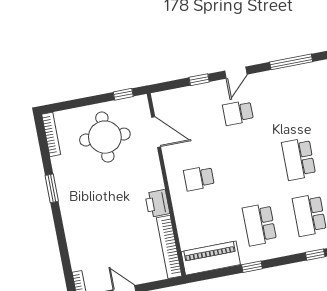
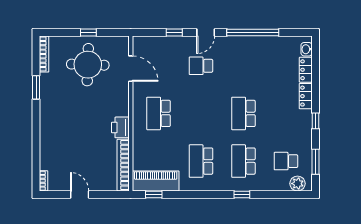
window: (291, 62) -> (253, 32), width x1.46
window: (123, 94) -> (88, 32), moved
school desk: (199, 178) -> (159, 113), width x1.85
window: (52, 188) -> (36, 87), moved
window: (252, 267) -> (154, 194), moved

